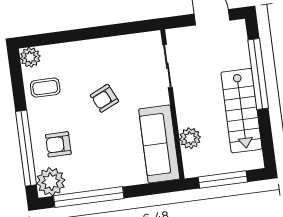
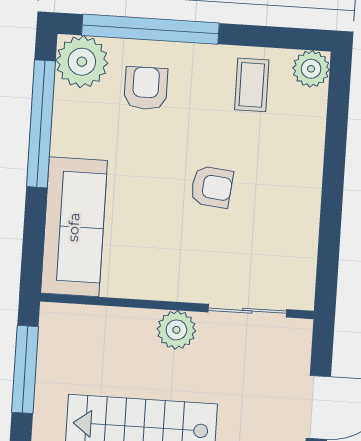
armchair: (104, 98) -> (212, 187), turned 121
plant: (190, 138) -> (176, 330), moved
sofa: (159, 144) -> (74, 227), moved, turned 90

